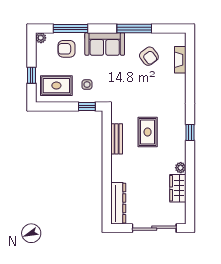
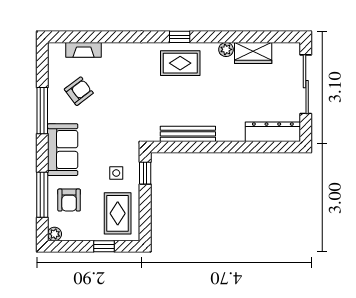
rug: (148, 132) -> (180, 63), moved
bench: (117, 139) -> (188, 134), width x1.36

